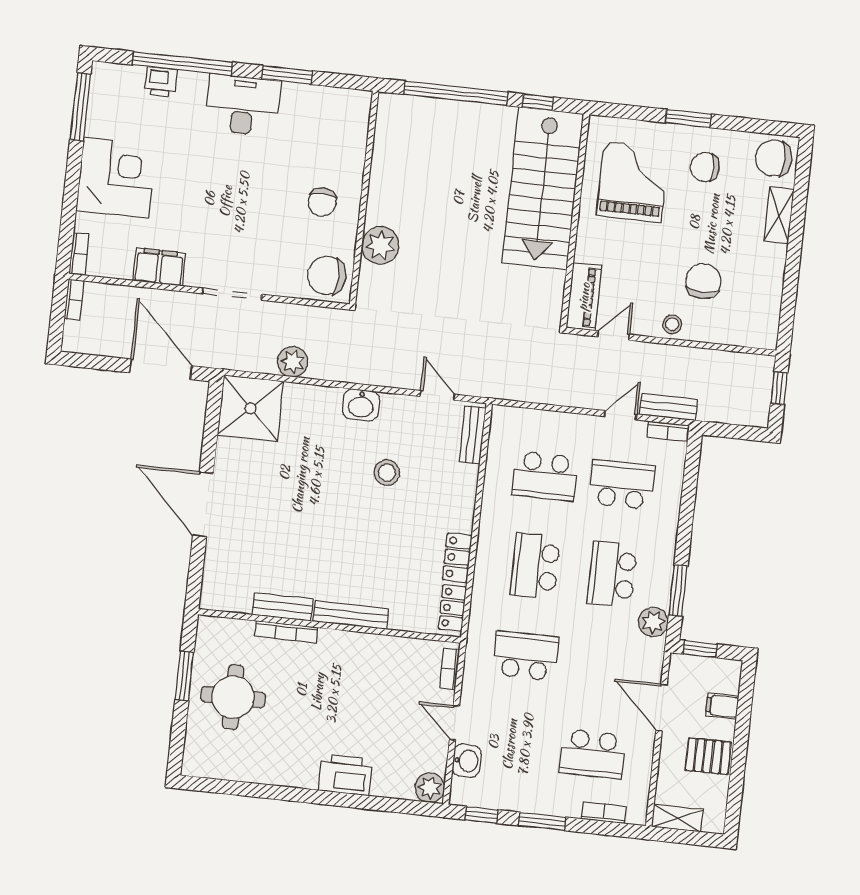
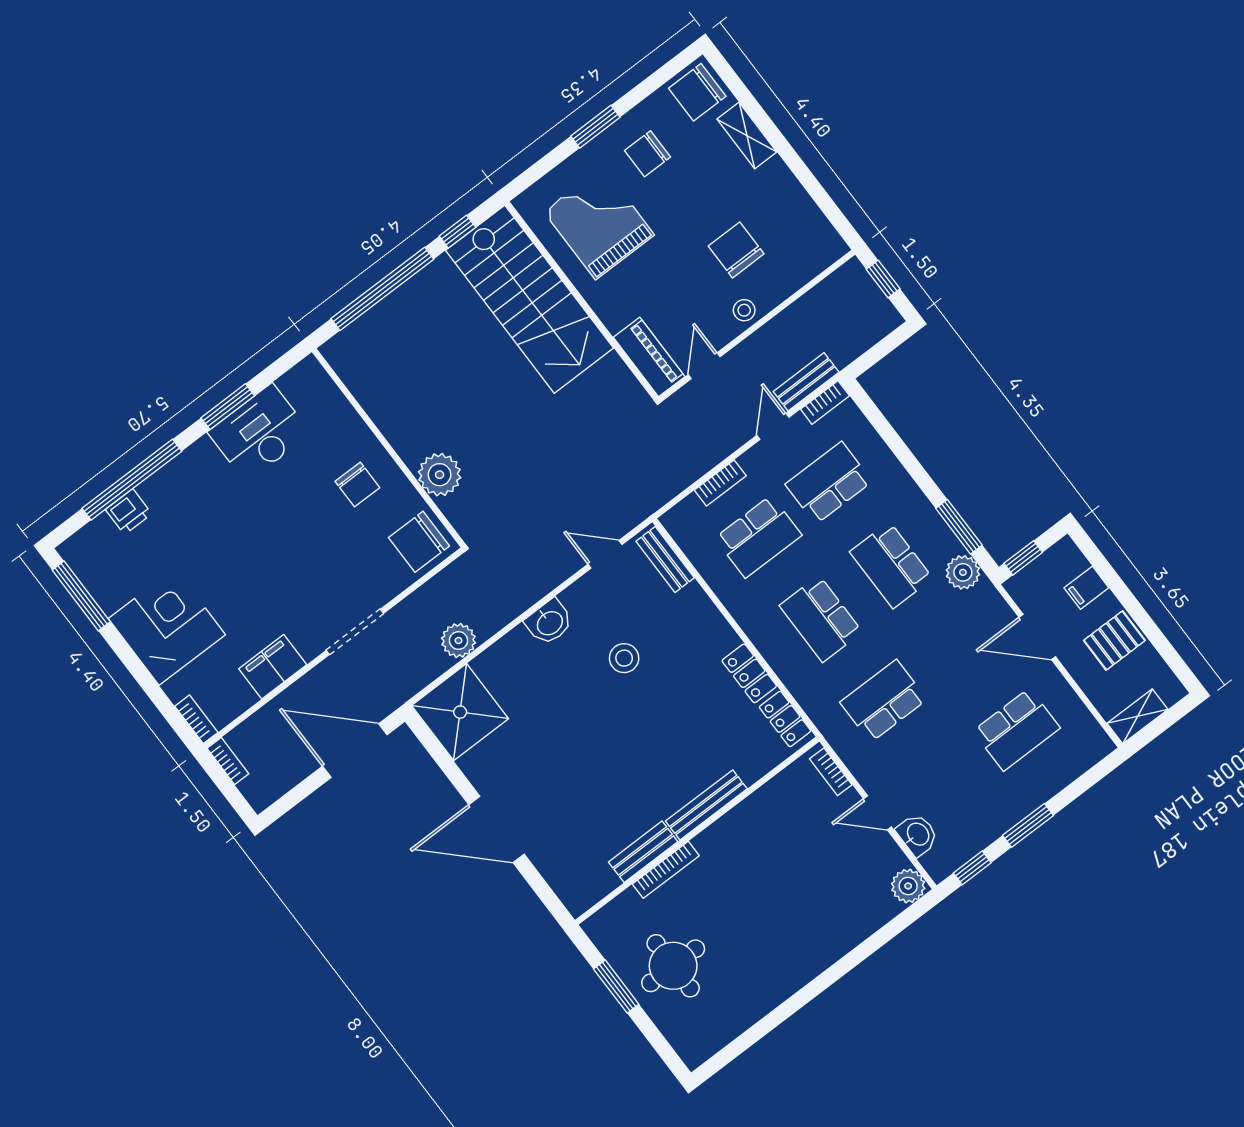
desk: (243, 105) -> (259, 433), moved
printer: (345, 775) -> (828, 942), removed
bookcase: (604, 813) -> (720, 483), moved, turned 180

